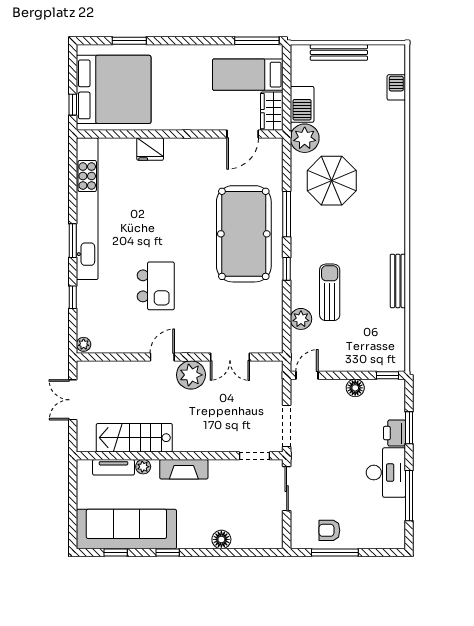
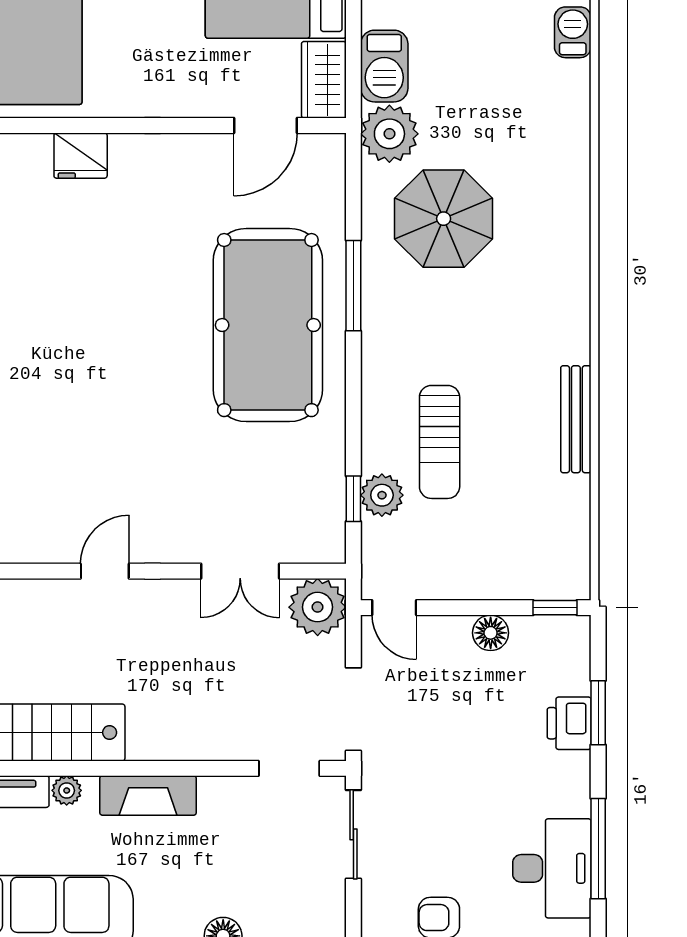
window: (287, 269) -> (353, 499), moved
kitchen island: (156, 286) -> (92, 429), removed
sun lounger: (330, 292) -> (440, 442), turned 180
plant: (191, 375) -> (318, 607), moved
door: (307, 375) -> (394, 608), swing flipped
desk: (386, 473) -> (552, 868), moved

